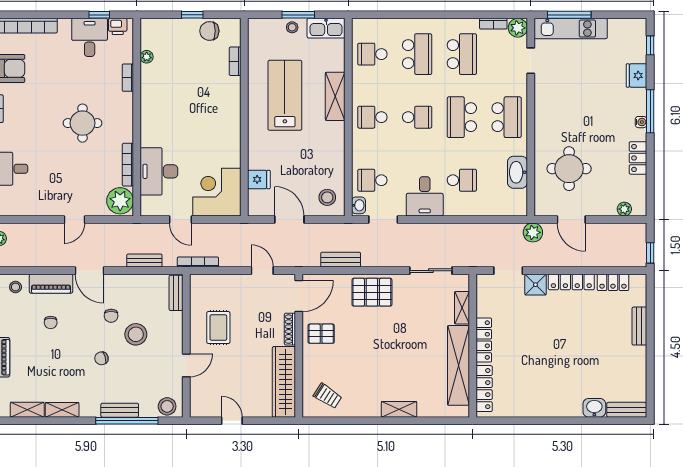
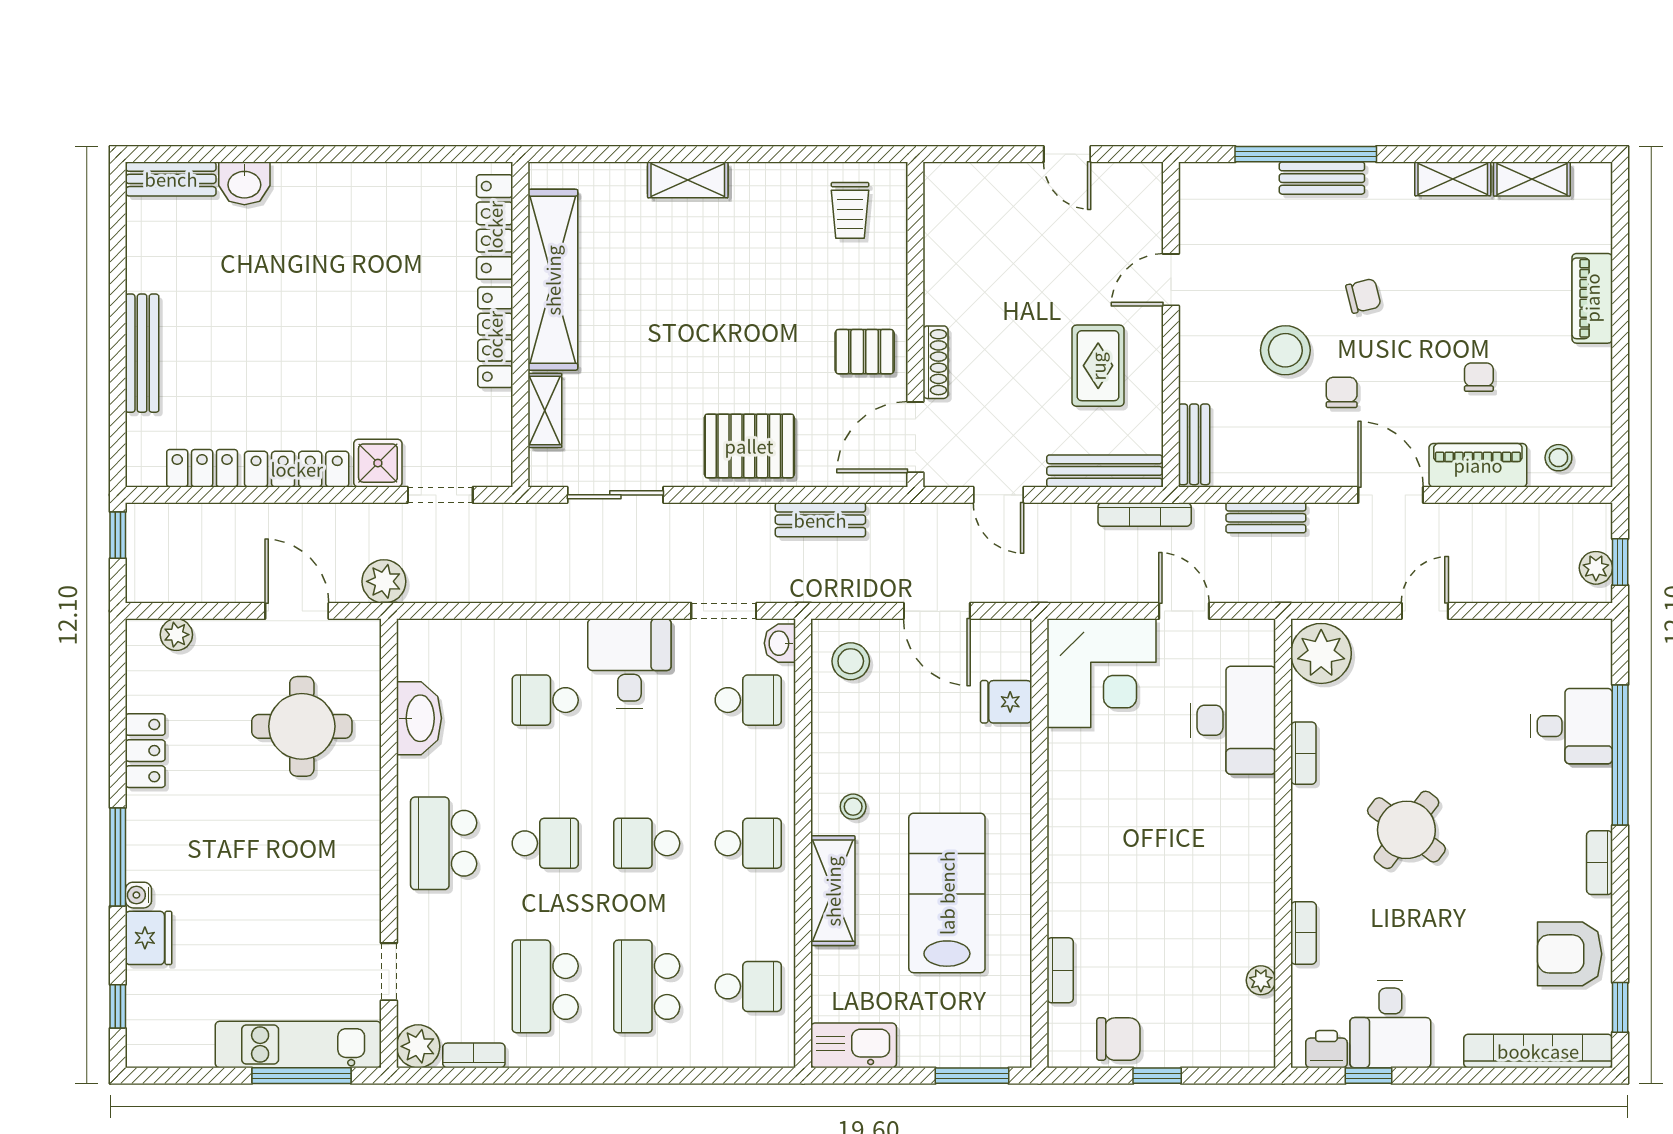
window: (298, 15) -> (972, 1076), moved
stool: (292, 27) -> (853, 807), moved
lab bench: (285, 95) -> (947, 893), turned 180
school desk: (462, 117) -> (545, 843), width x0.54
water cooler: (641, 122) -> (138, 895), moved
round table: (83, 123) -> (1406, 830), turned 37
bookcase: (128, 165) -> (1303, 753), width x0.64
bench: (215, 281) -> (1105, 471), added
bench: (639, 326) -> (142, 353), width x1.36
wardrobe: (284, 382) -> (949, 242), removed
trolley: (328, 396) -> (850, 210), turned -123
stool: (167, 406) -> (1214, 187), removed

